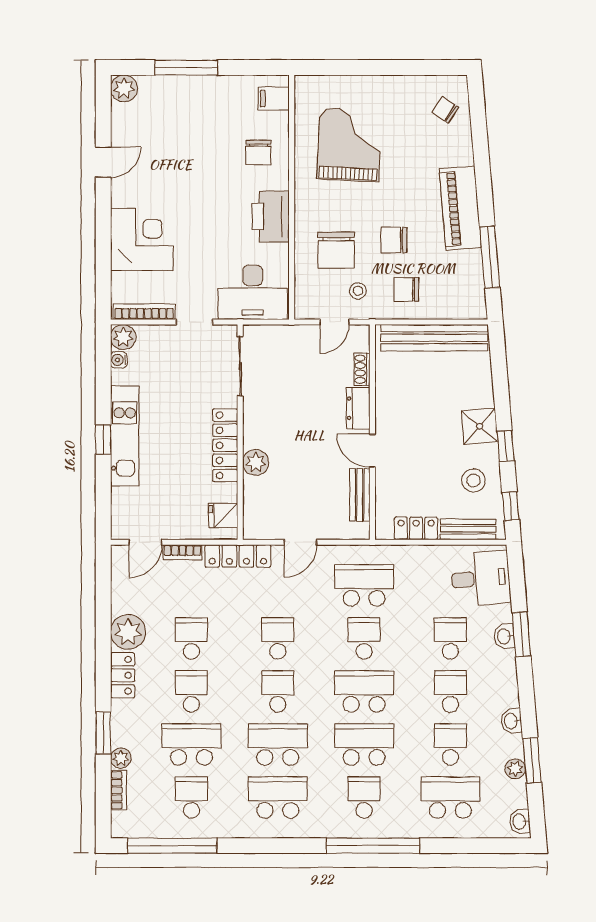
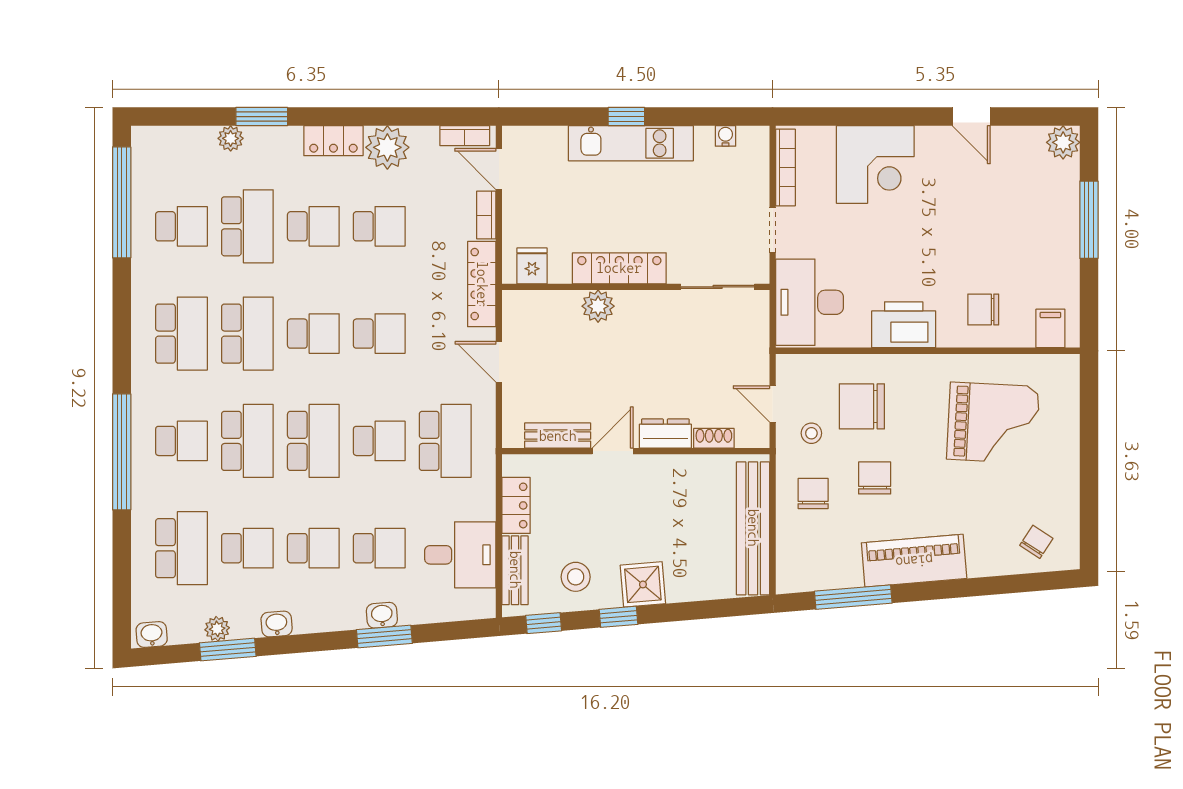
plant: (123, 337) -> (754, 141), removed
desk: (481, 578) -> (460, 555), moved, turned -85
bookcase: (119, 790) -> (465, 136), moved

